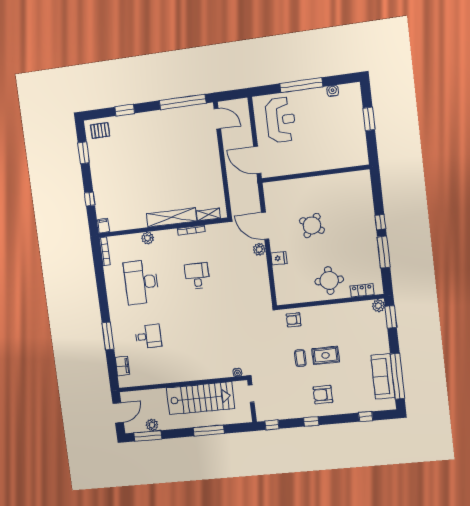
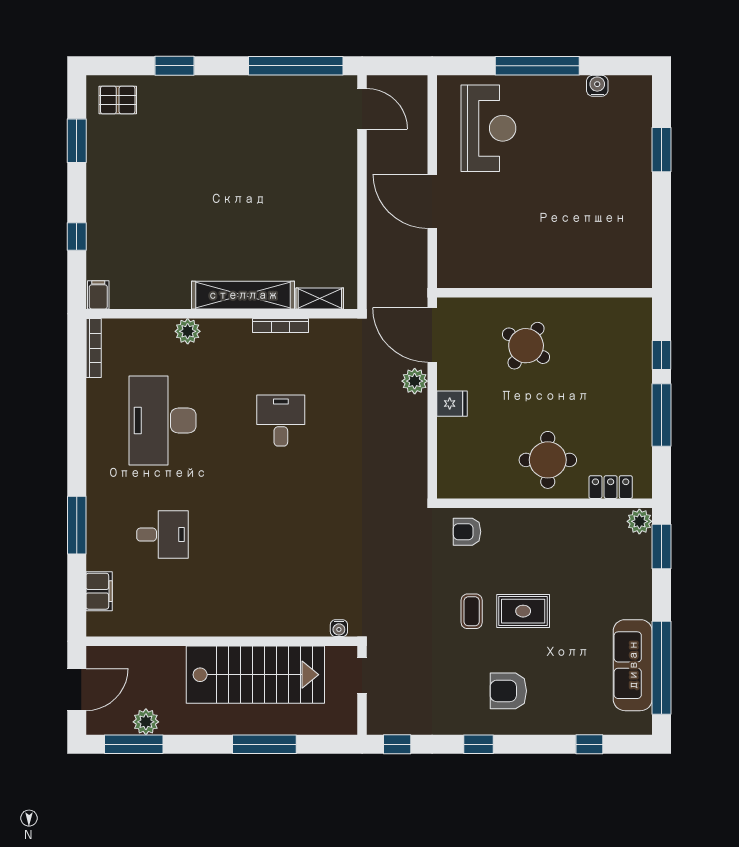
wall: (315, 174) -> (544, 293), moved

